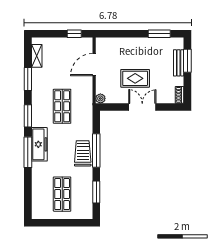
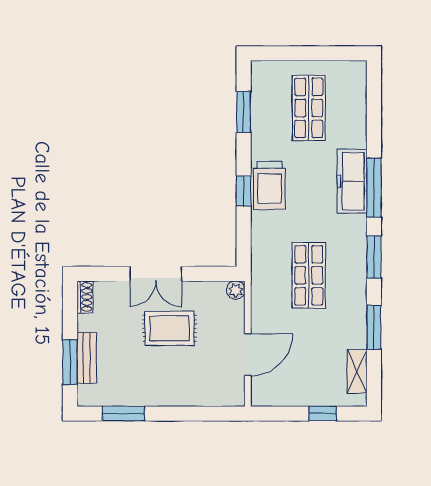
window: (74, 34) -> (323, 414), moved
freezer: (39, 144) -> (352, 181), moved
window: (96, 150) -> (244, 191), width x0.46

